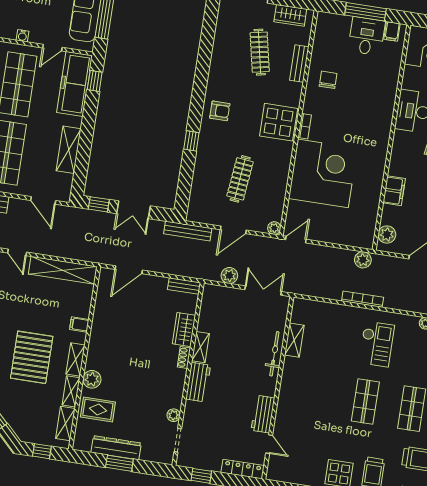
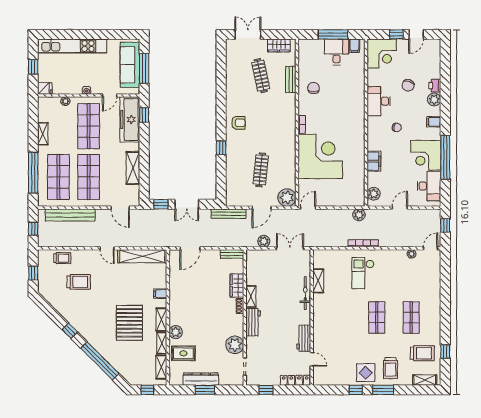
display table: (279, 122) -> (282, 124), removed
plant: (274, 228) -> (287, 198), width x1.88, depth x1.88
checkout: (377, 344) -> (363, 273), moved, turned 180
plant: (174, 415) -> (235, 345), width x1.88, depth x1.88

